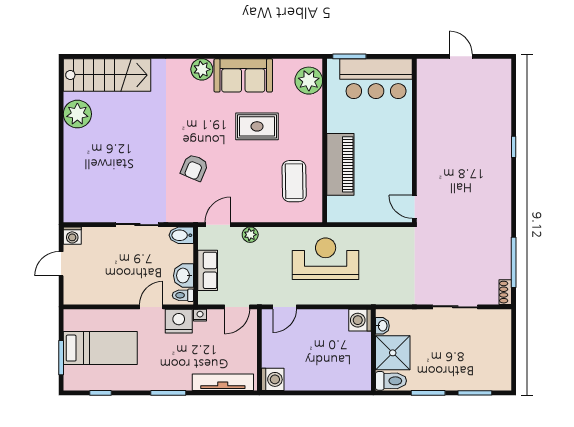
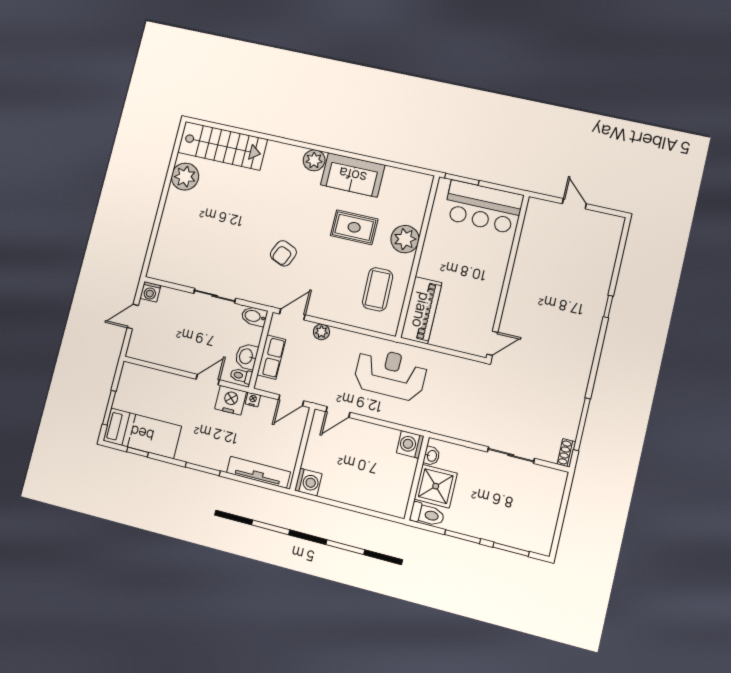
plant: (309, 81) -> (405, 239), moved
piano: (340, 164) -> (421, 310), moved
door: (414, 207) -> (492, 343), swing flipped
bed: (100, 348) -> (142, 433), moved

